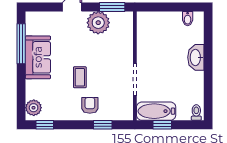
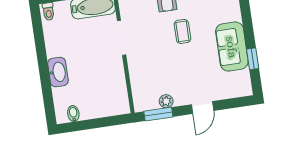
plant: (98, 23) -> (166, 101), width x0.53, depth x0.53
window: (21, 44) -> (253, 59), width x0.46

